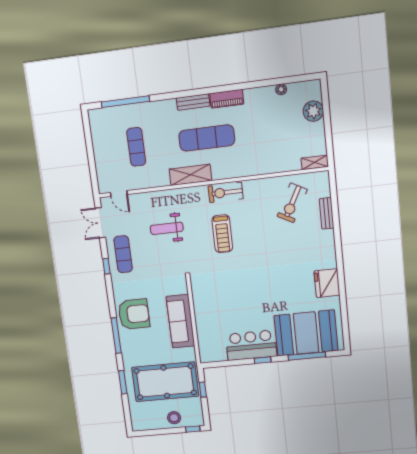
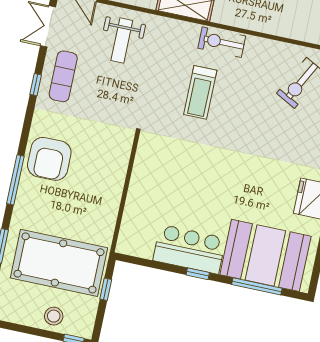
weight bench: (167, 228) -> (122, 40), moved, turned -90
armchair: (134, 314) -> (49, 159), turned 90
sofa: (181, 321) -> (108, 188), removed

